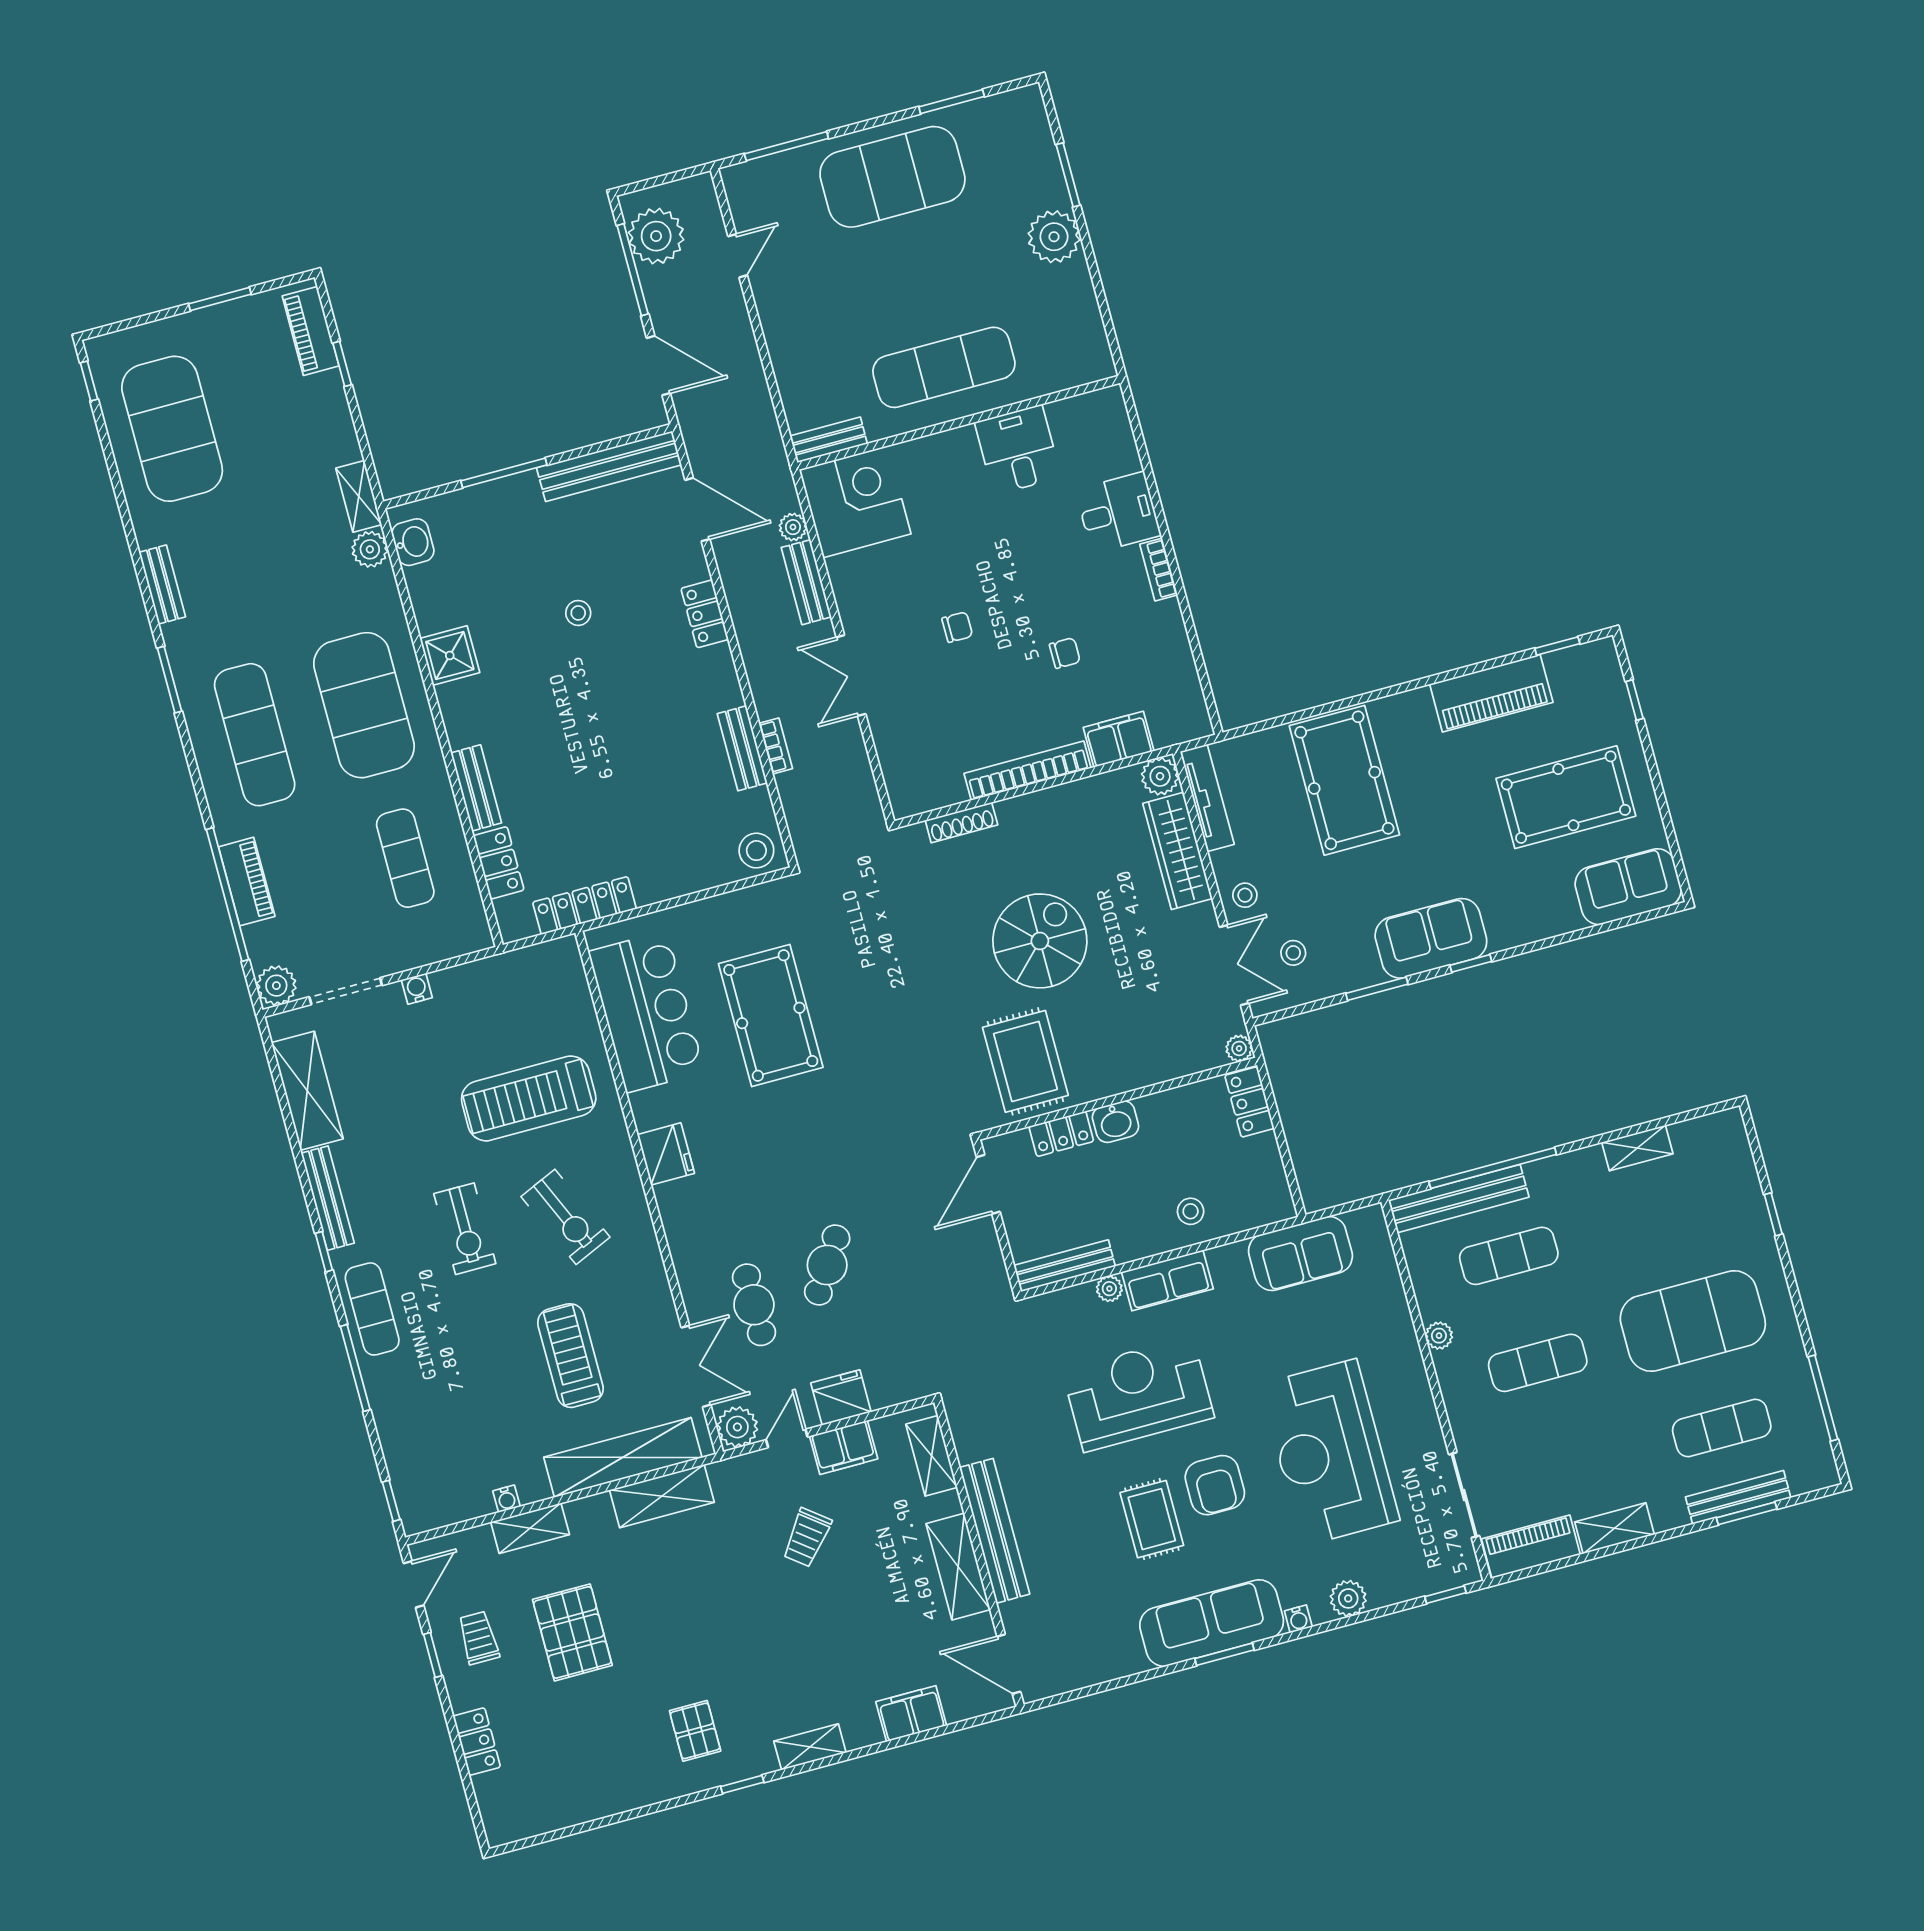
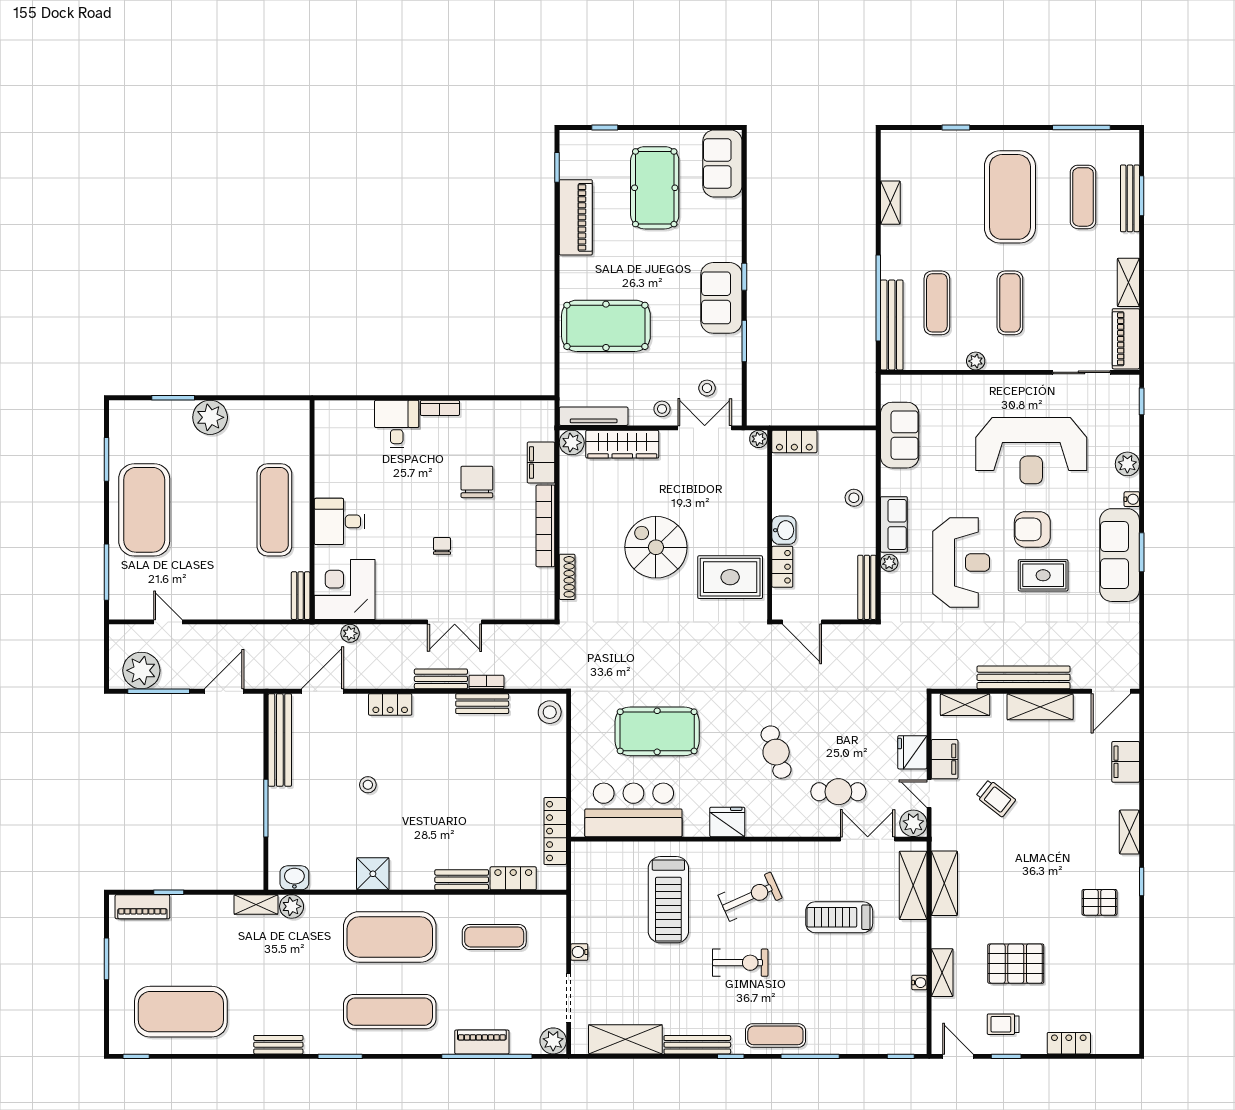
desk: (1018, 450) -> (339, 521), moved
bench: (806, 582) -> (441, 679), moved
chair: (1065, 653) -> (477, 482), width x1.87, depth x1.87
cafe table: (827, 1265) -> (776, 752), moved, turned 39
reception desk: (1138, 1394) -> (961, 563), turned 180
shelving: (623, 1457) -> (913, 885), width x0.68
armchair: (1215, 1485) -> (1032, 529), turned 180

